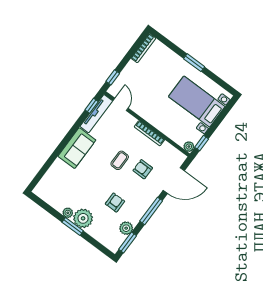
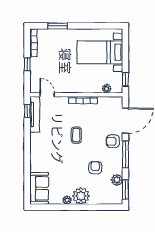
window: (194, 63) -> (57, 26), moved
window: (113, 77) -> (27, 64), moved
plant: (189, 147) -> (107, 89), moved
sofa: (77, 148) -> (39, 188), moved
armchair: (143, 169) -> (113, 141), moved
window: (73, 226) -> (78, 207), removed

